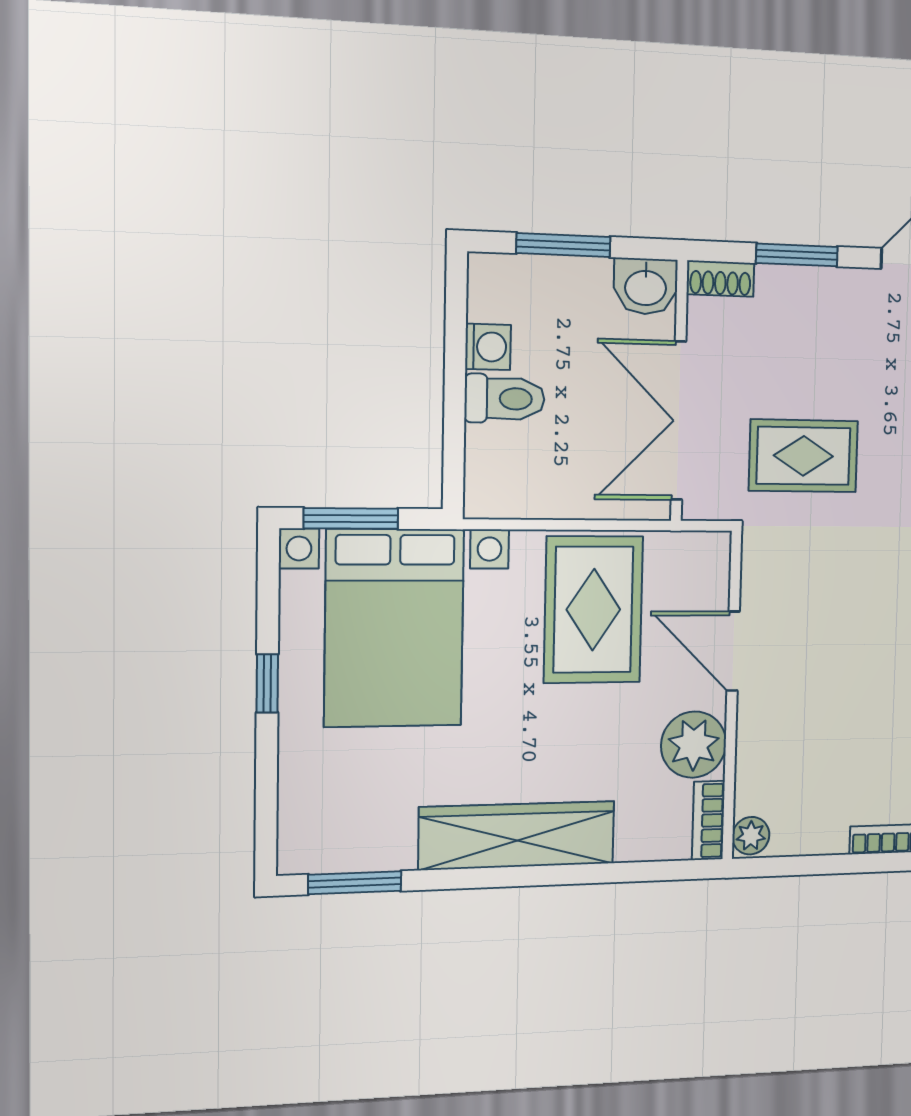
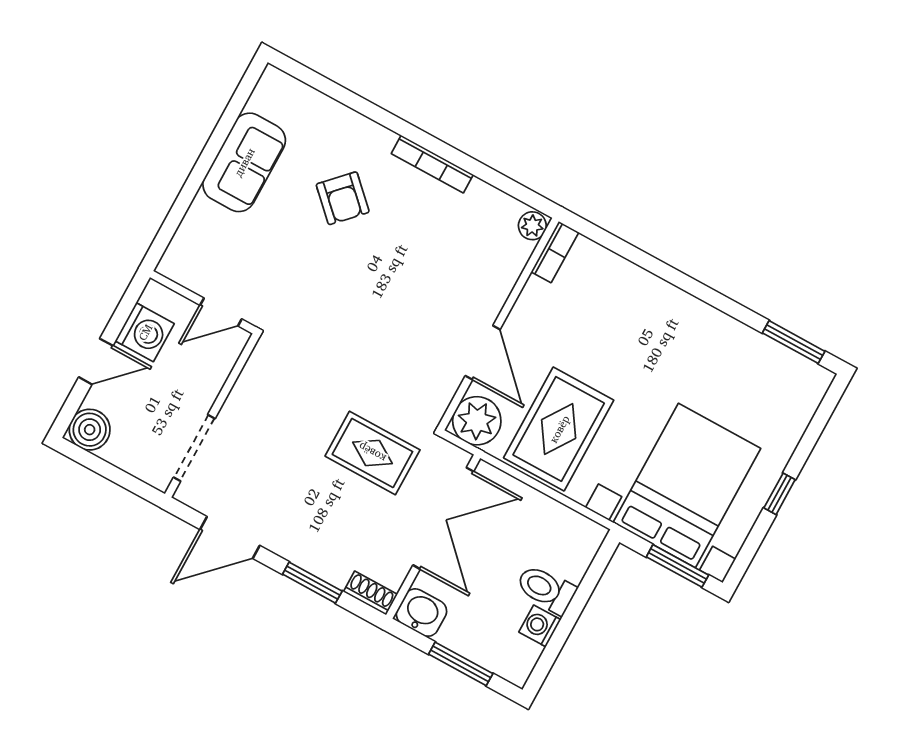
plant: (694, 745) -> (477, 421), moved
wardrobe: (517, 836) -> (680, 314), removed

